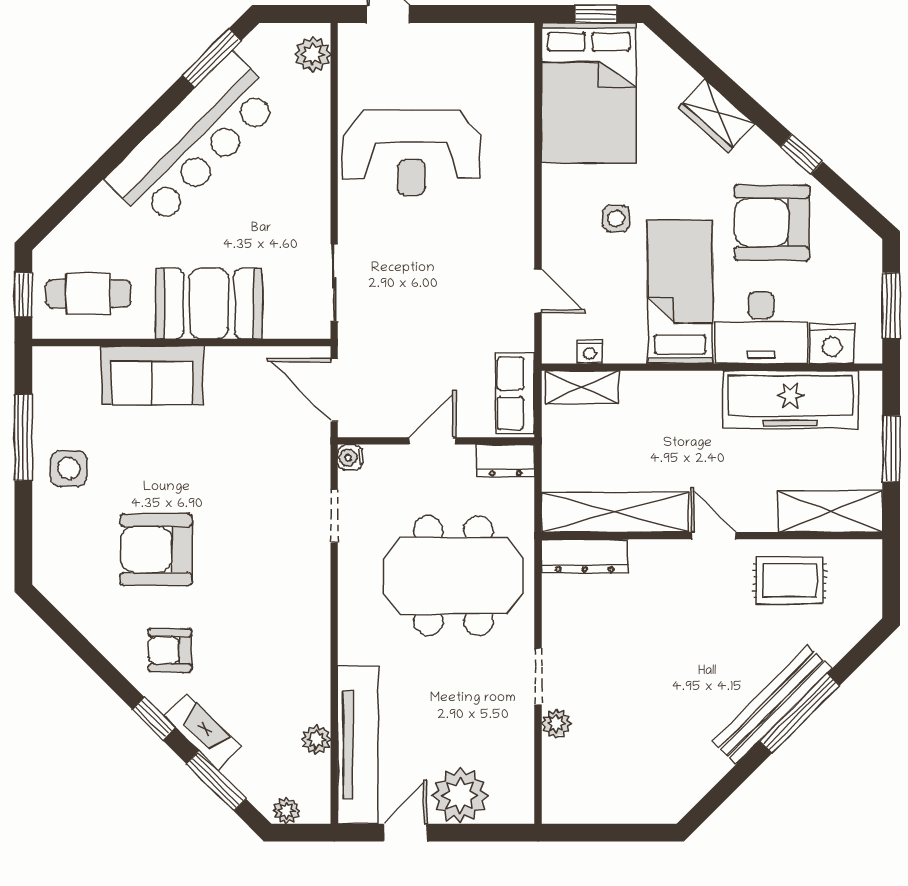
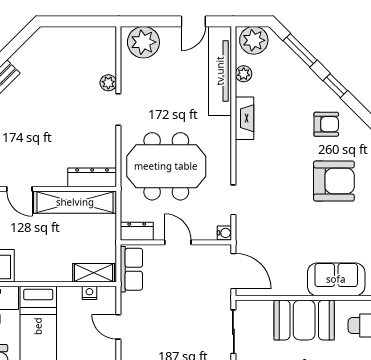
door: (433, 441) -> (178, 242), swing flipped
fireplace: (202, 732) -> (245, 118), moved, turned -135
plant: (460, 796) -> (143, 42), moved
plant: (287, 811) -> (254, 40), width x1.87, depth x1.87

